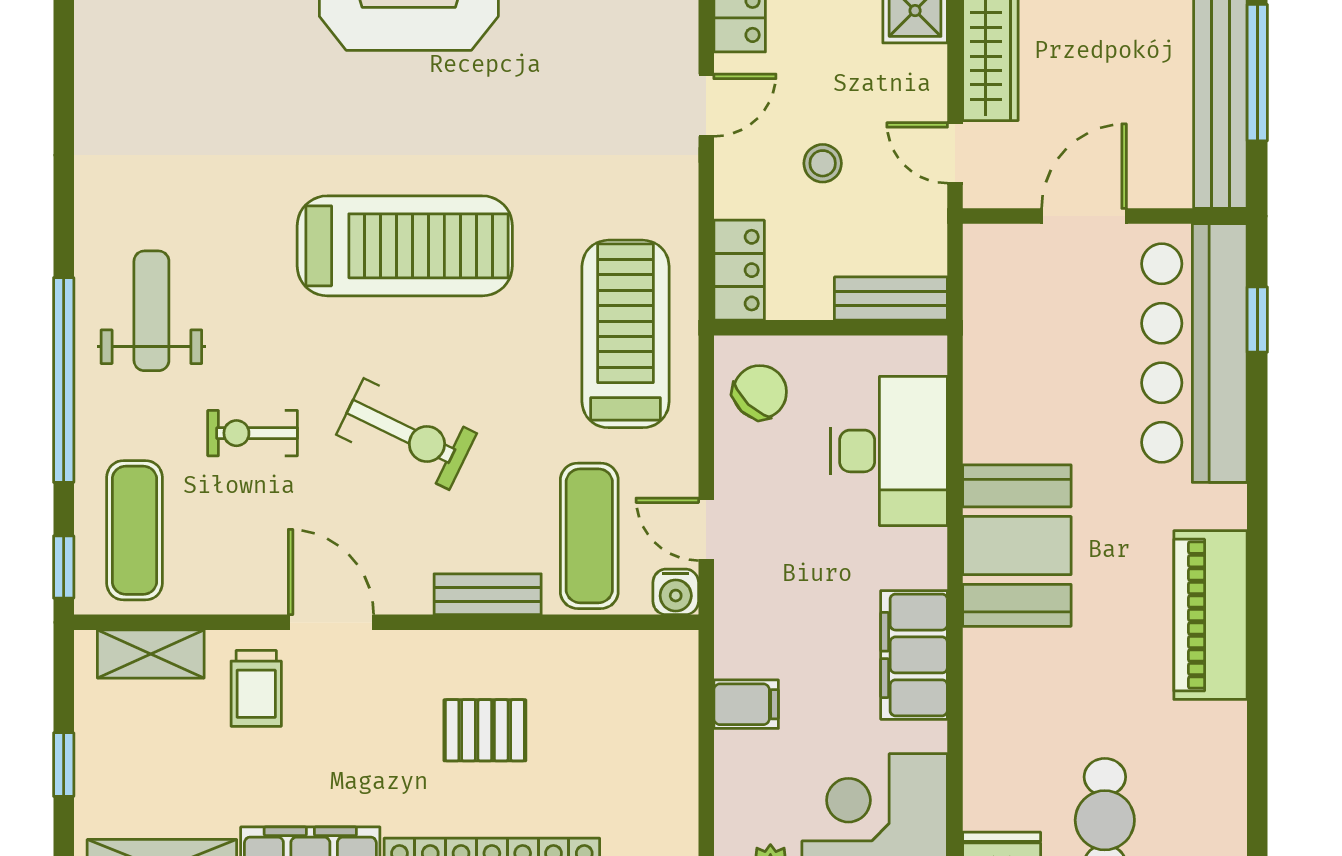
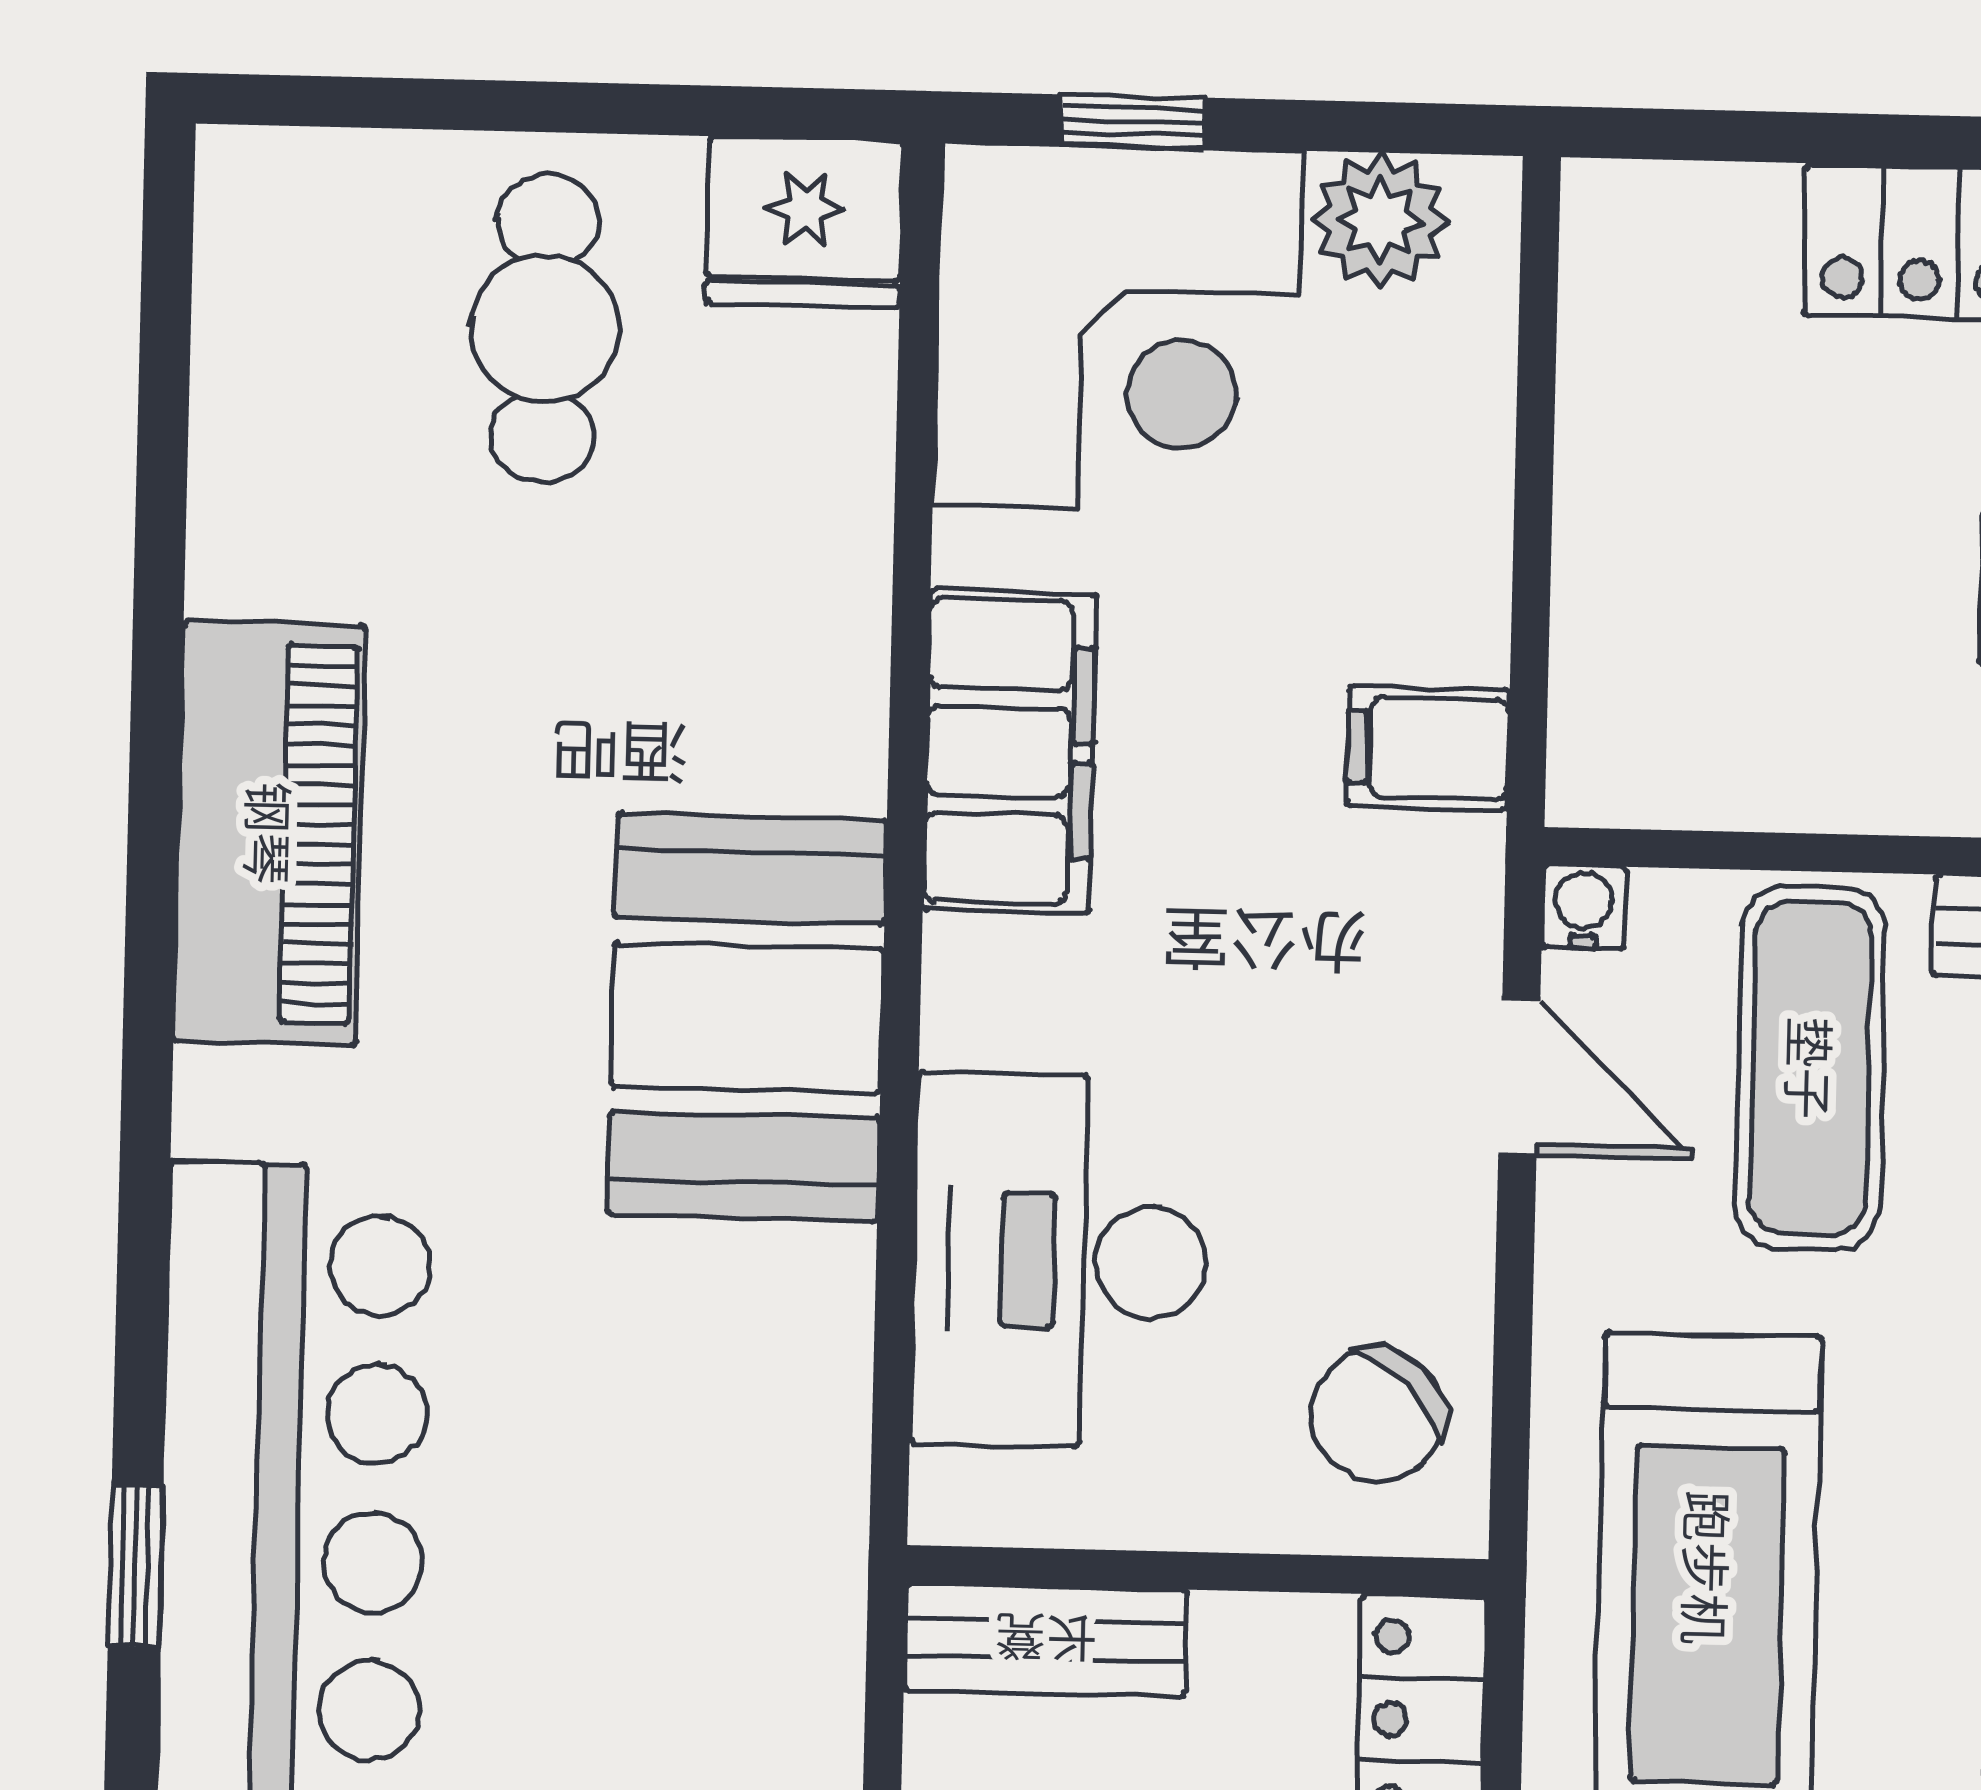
water cooler: (676, 592) -> (1584, 907), width x0.72, depth x0.72
filing cabinet: (746, 704) -> (1428, 748), moved

